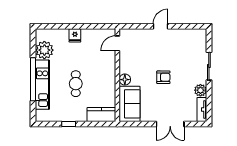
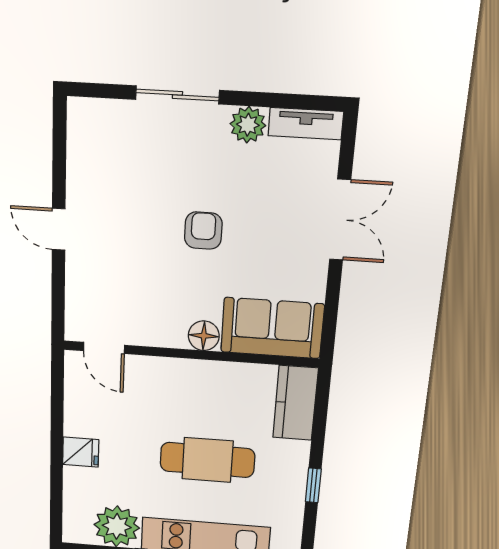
cafe table: (76, 84) -> (207, 460), width x1.37, depth x1.35

